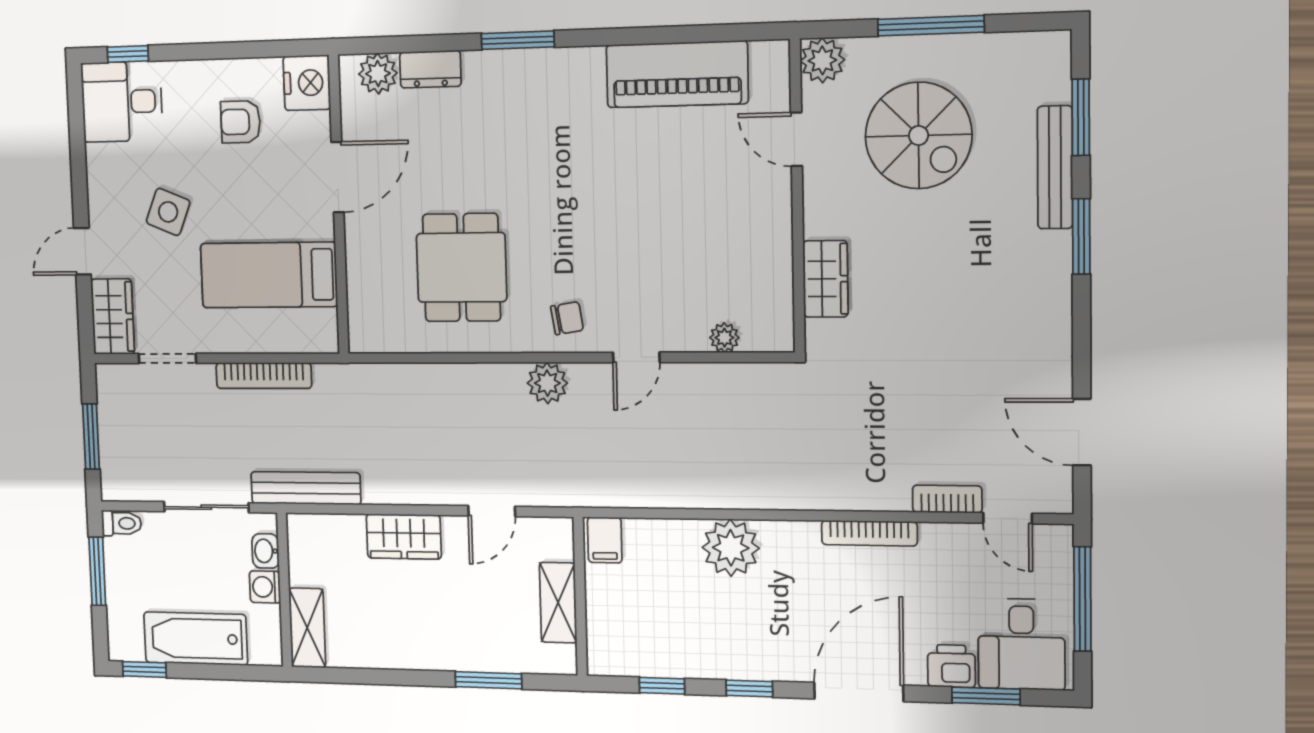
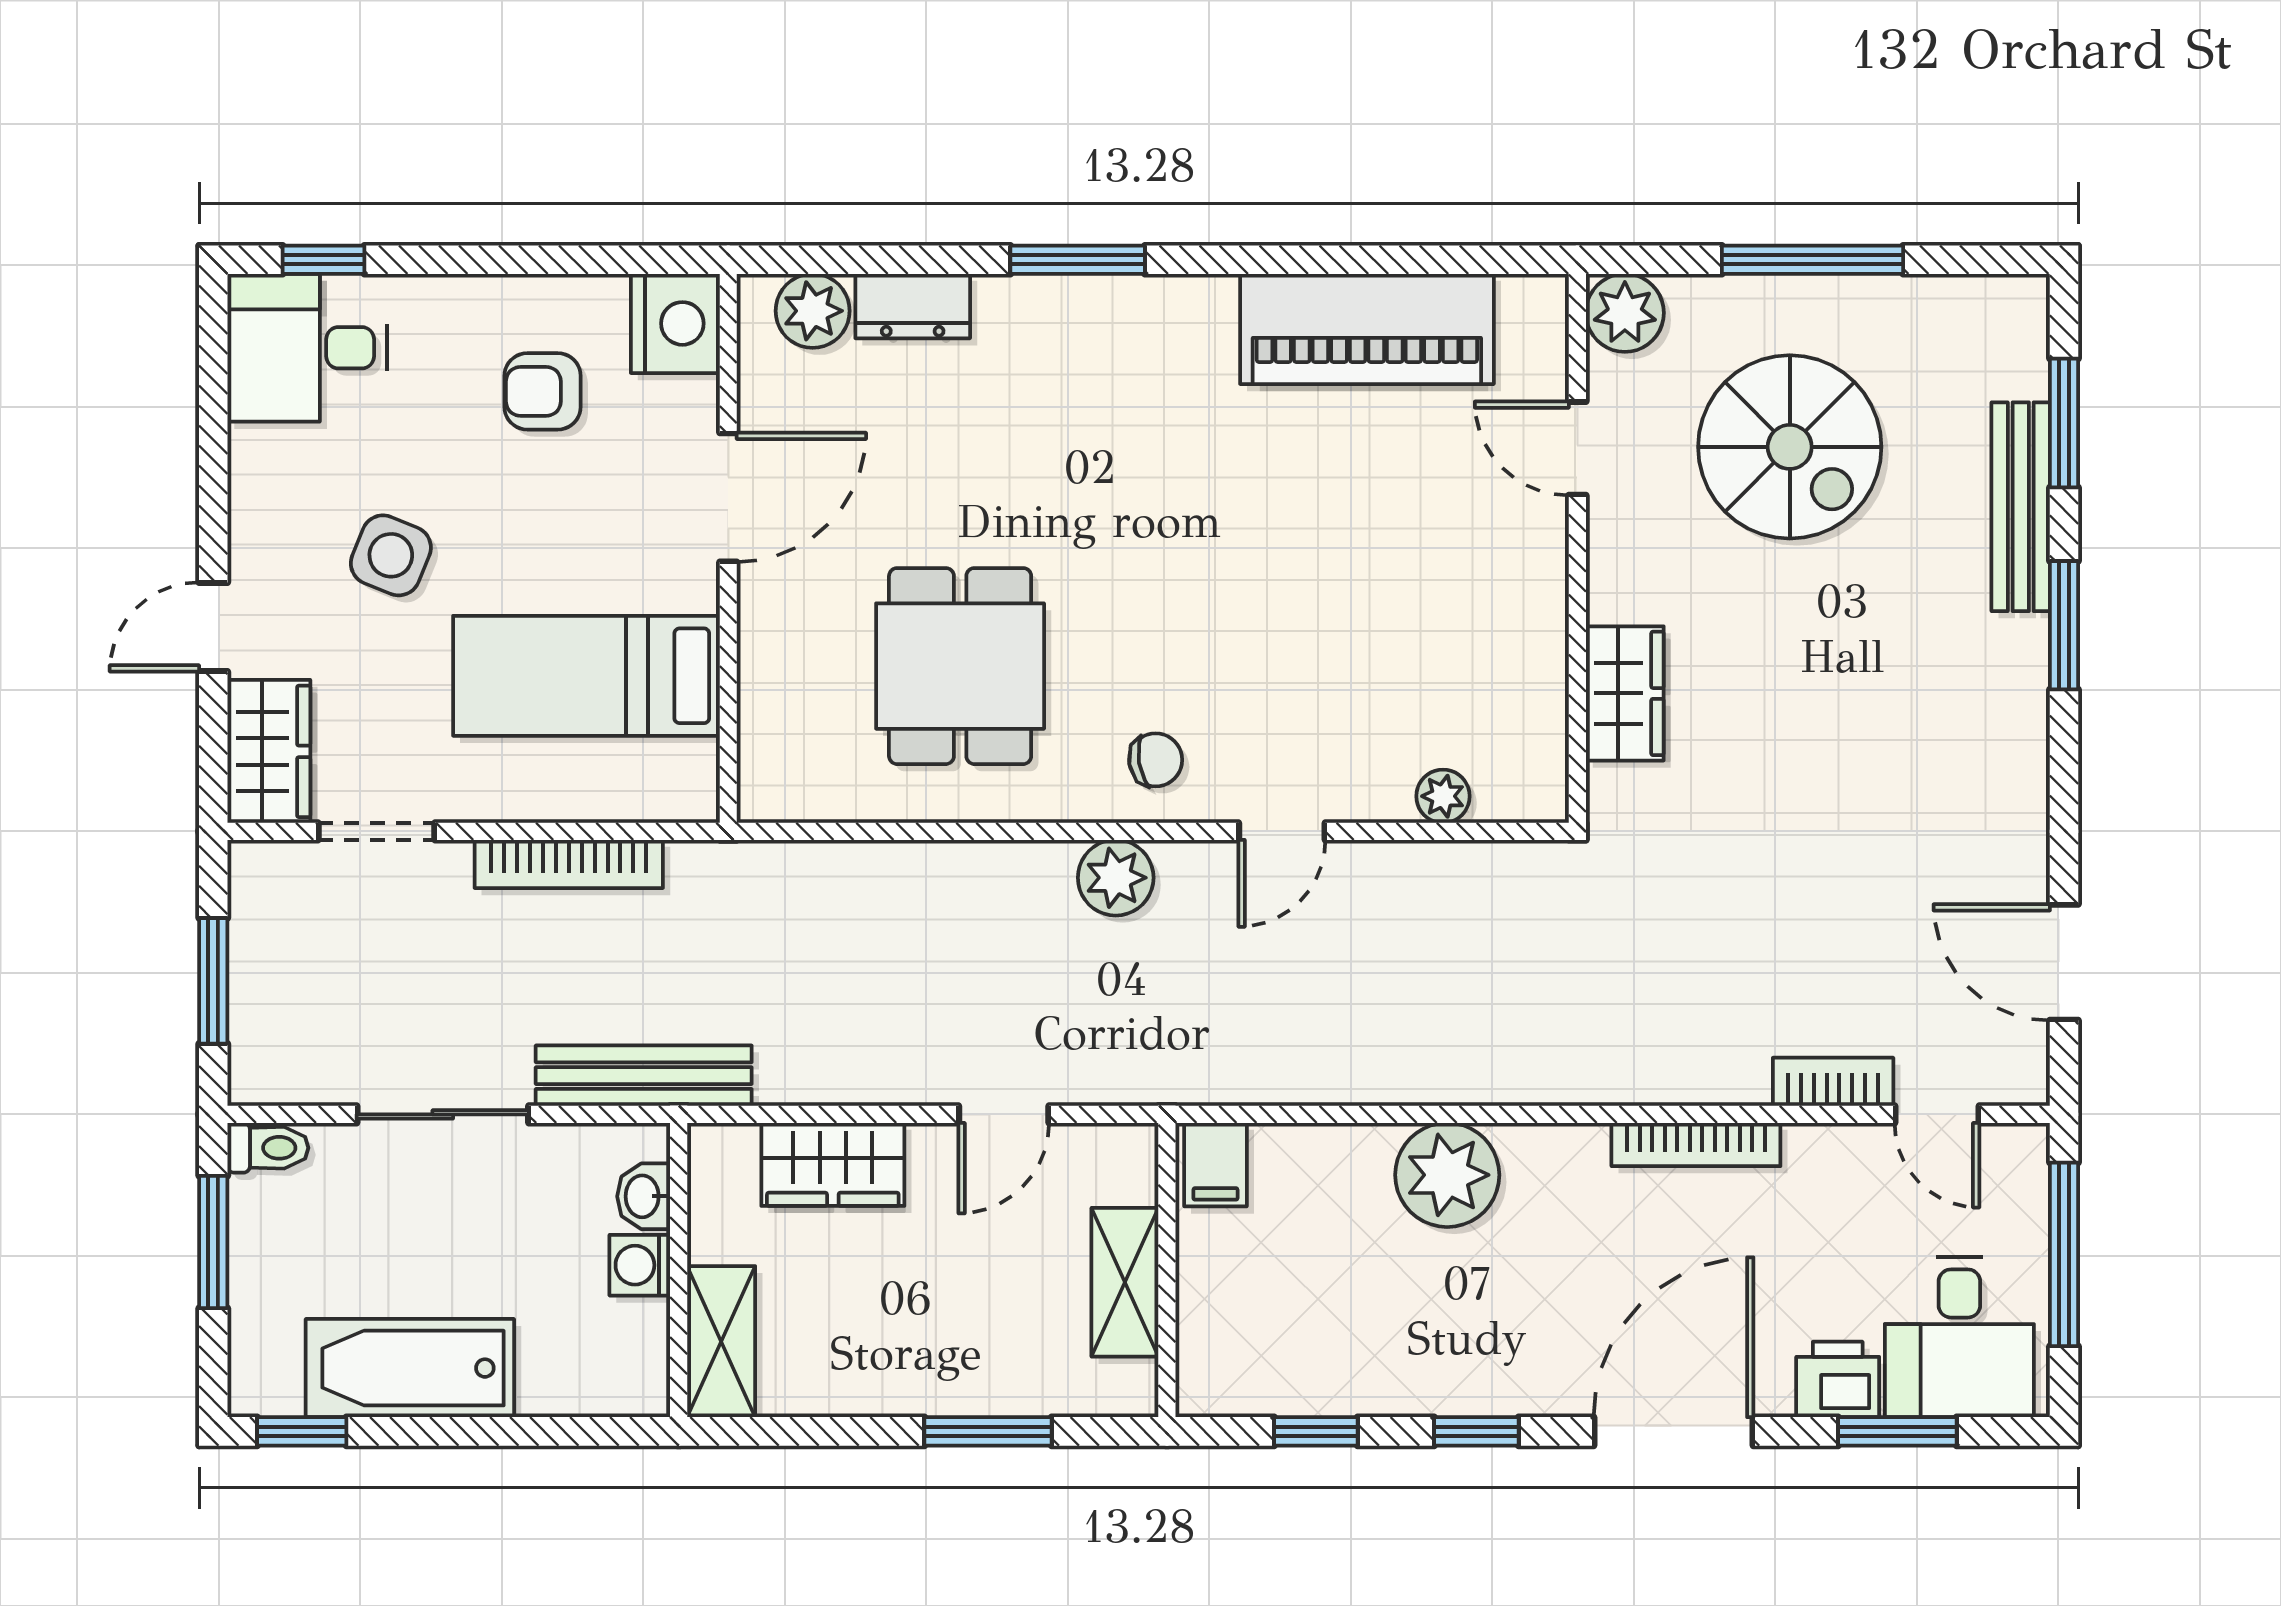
washbasin: (266, 551) -> (644, 1196), moved
washing machine: (265, 587) -> (640, 1265), moved
wall: (285, 590) -> (679, 1270), moved
shelving: (307, 628) -> (721, 1342), moved

